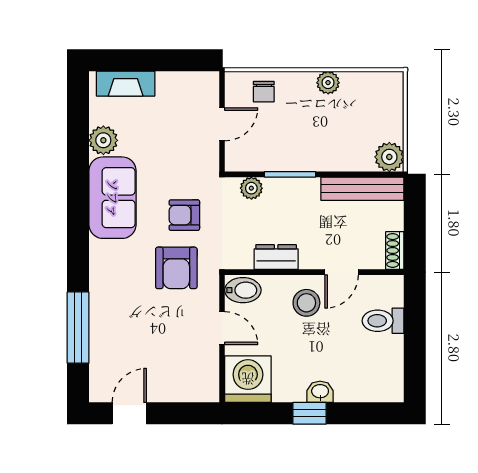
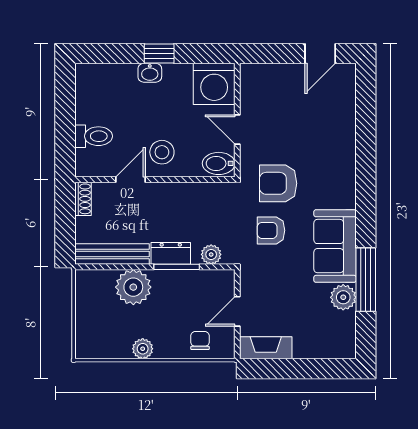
fireplace: (126, 84) -> (266, 348), moved
plant: (389, 157) -> (133, 287), moved, width x1.36, depth x1.36
armchair: (184, 215) -> (271, 230), turned 180
dresser: (276, 257) -> (171, 253), moved, turned 180
armchair: (176, 268) -> (278, 183), turned -90
window: (78, 328) -> (366, 280), moved

